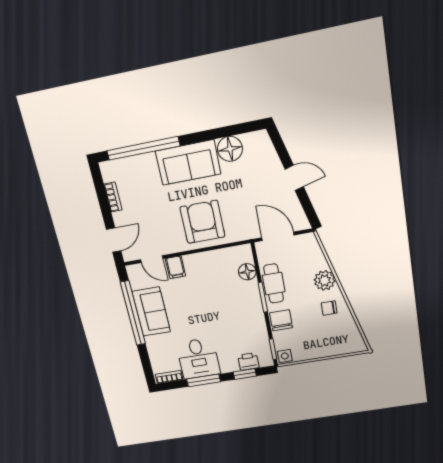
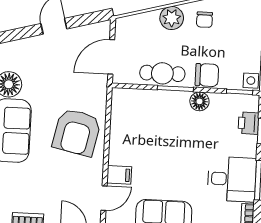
armchair: (203, 222) -> (77, 132), turned -78
floor lamp: (247, 272) -> (199, 101), moved
chair: (281, 320) -> (207, 75), turned 180

